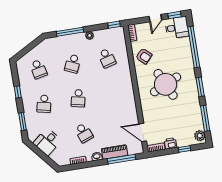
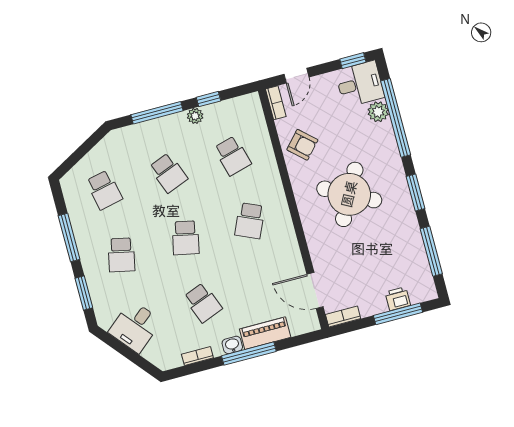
door: (155, 18) -> (296, 76), moved
window: (114, 25) -> (209, 99), moved
school desk: (73, 64) -> (168, 173), turned -45
round table: (166, 84) -> (349, 194), turned -37
window: (18, 92) -> (69, 238), width x2.17
school desk: (112, 93) -> (250, 221), added
plant: (200, 136) -> (378, 112), moved
printer: (171, 143) -> (398, 299), moved
window: (185, 149) -> (398, 314), width x2.17
window: (122, 159) -> (249, 354), moved

